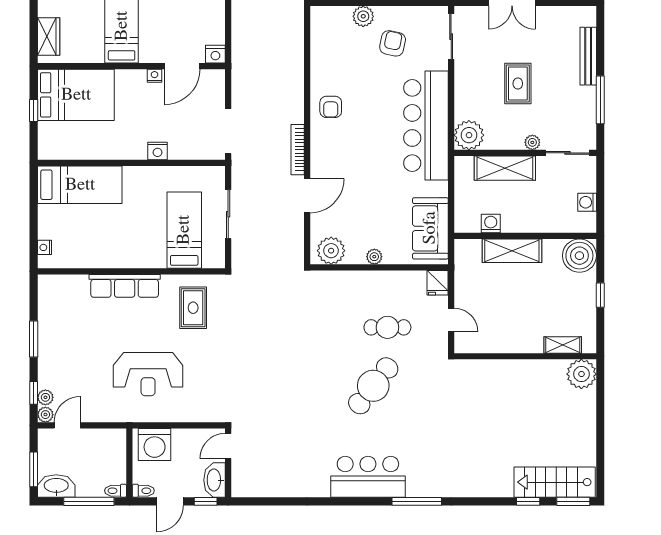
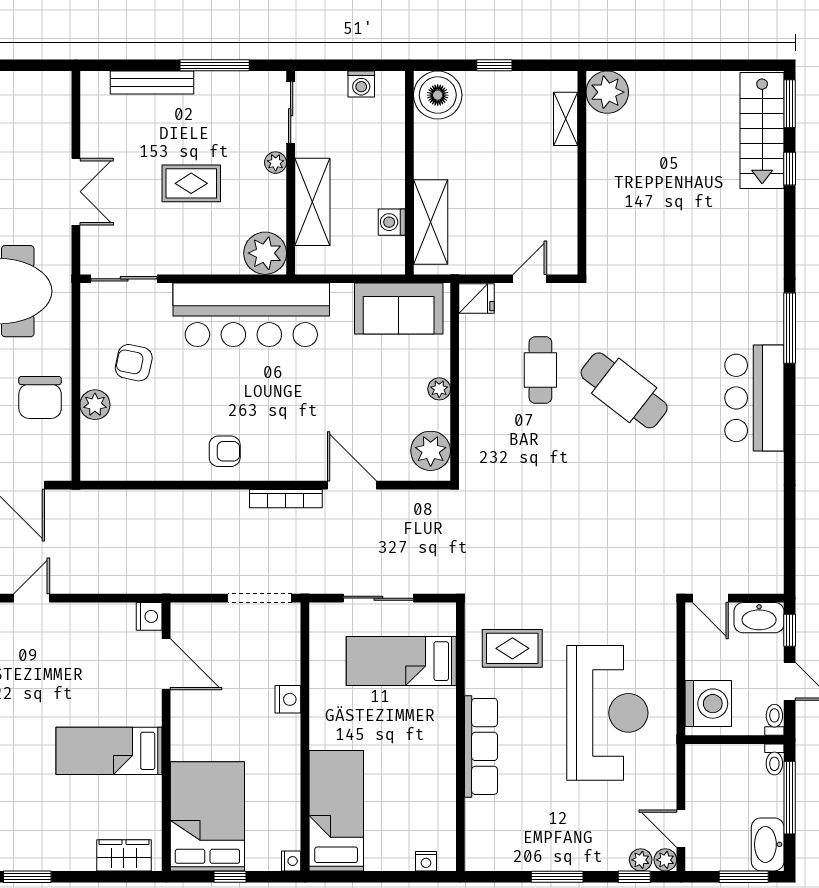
nightstand: (155, 76) -> (291, 861), moved, turned 180
shelving: (512, 251) -> (431, 222), moved
reception desk: (148, 374) -> (607, 713), width x1.36, depth x1.30

